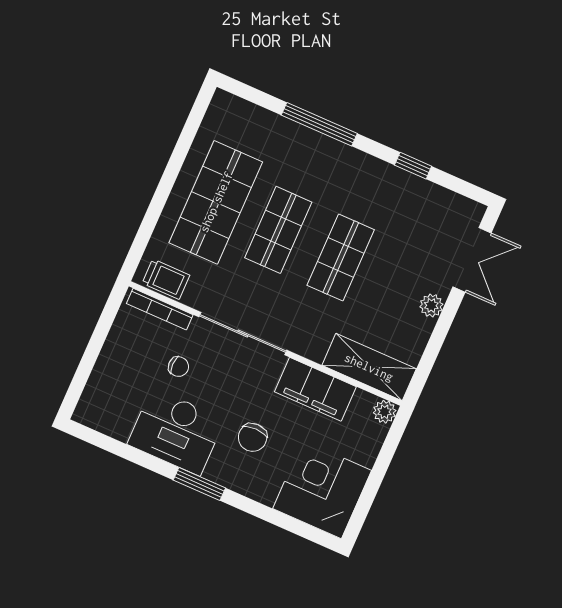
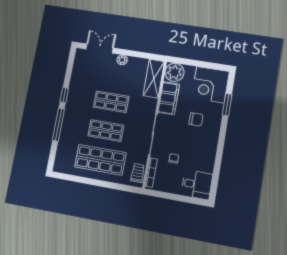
window: (413, 166) -> (64, 95), moved
plant: (385, 412) -> (174, 72), width x1.87, depth x1.87
desk: (176, 432) -> (197, 185), moved, width x0.73
window: (199, 484) -> (227, 105), moved

